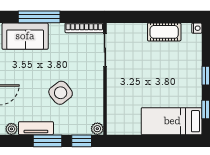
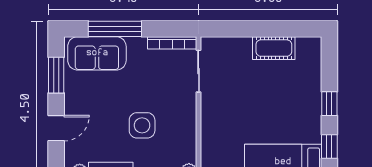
nightstand: (197, 28) -> (315, 43), removed
side table: (61, 93) -> (142, 125), turned 38

